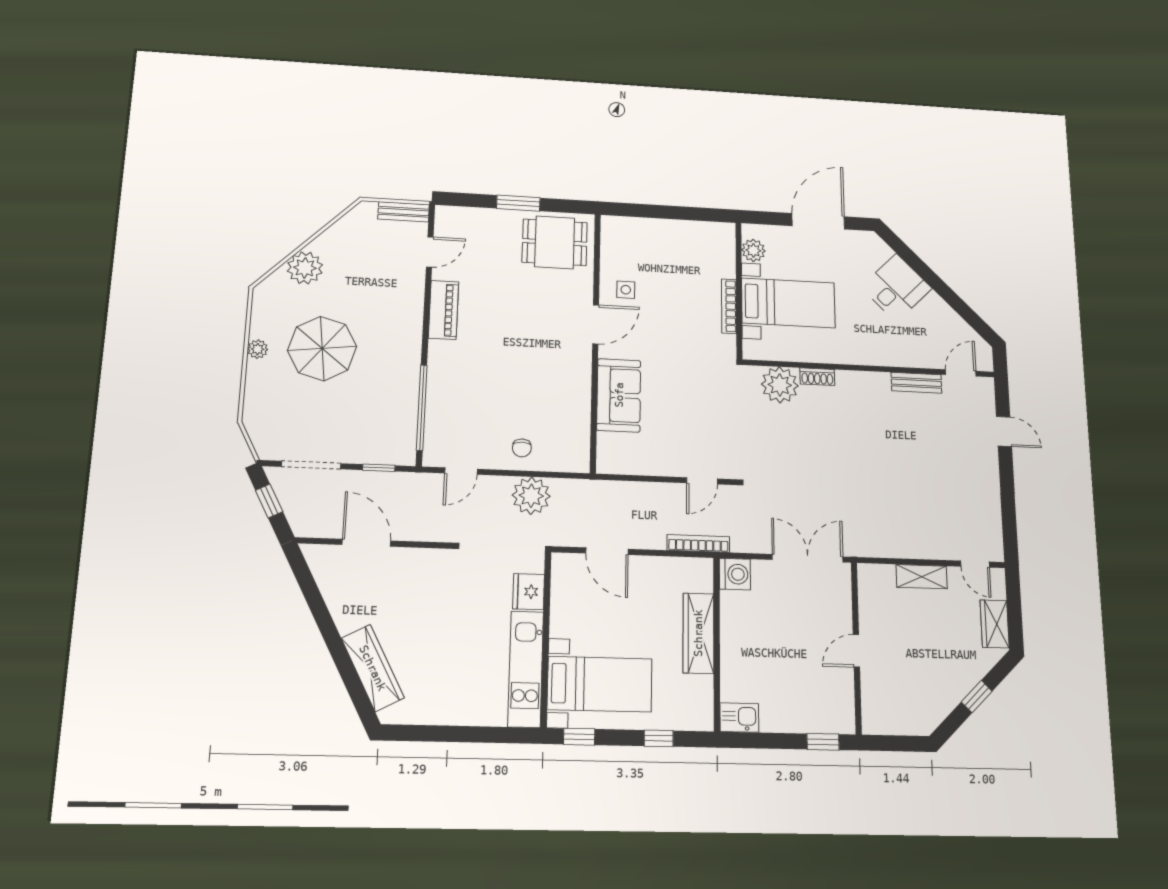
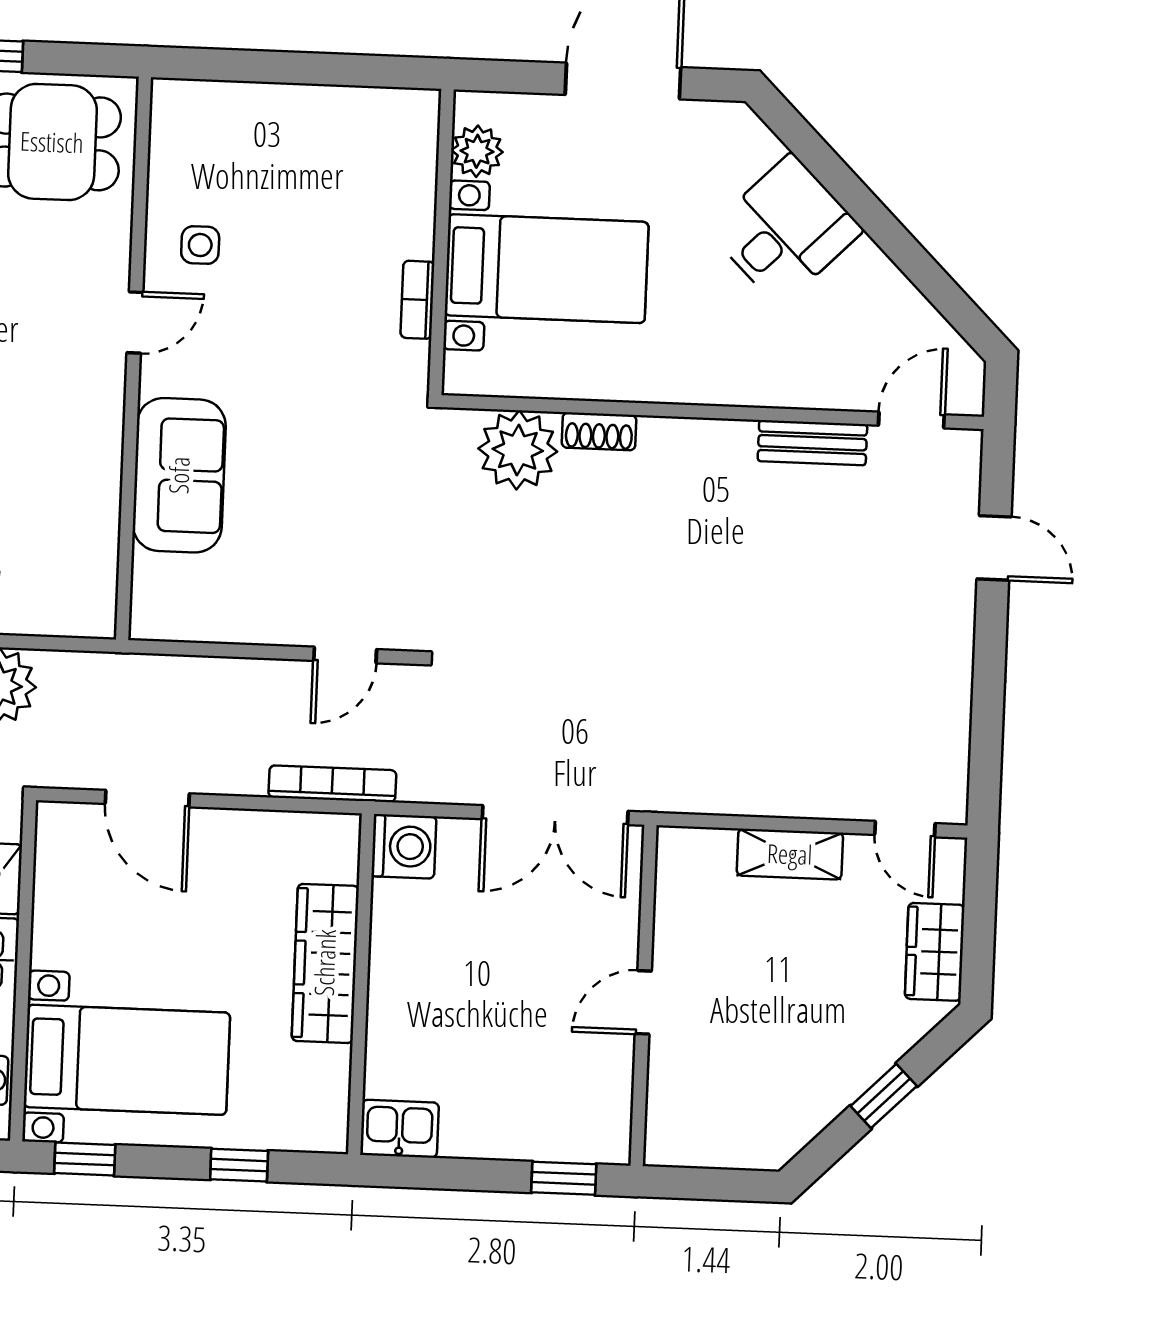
bookcase: (729, 306) -> (417, 300), width x0.64
door: (596, 324) -> (135, 323), width x0.73
double door: (808, 558) -> (555, 815), swing flipped

